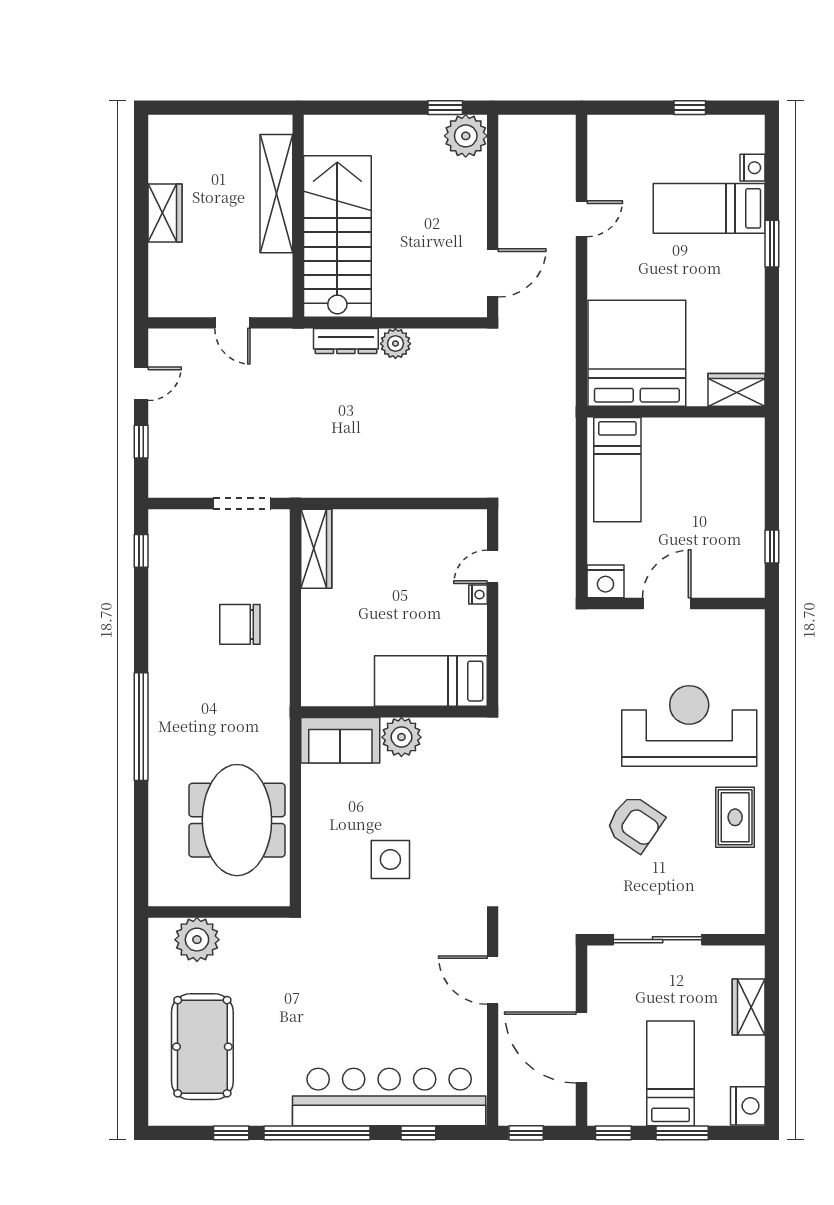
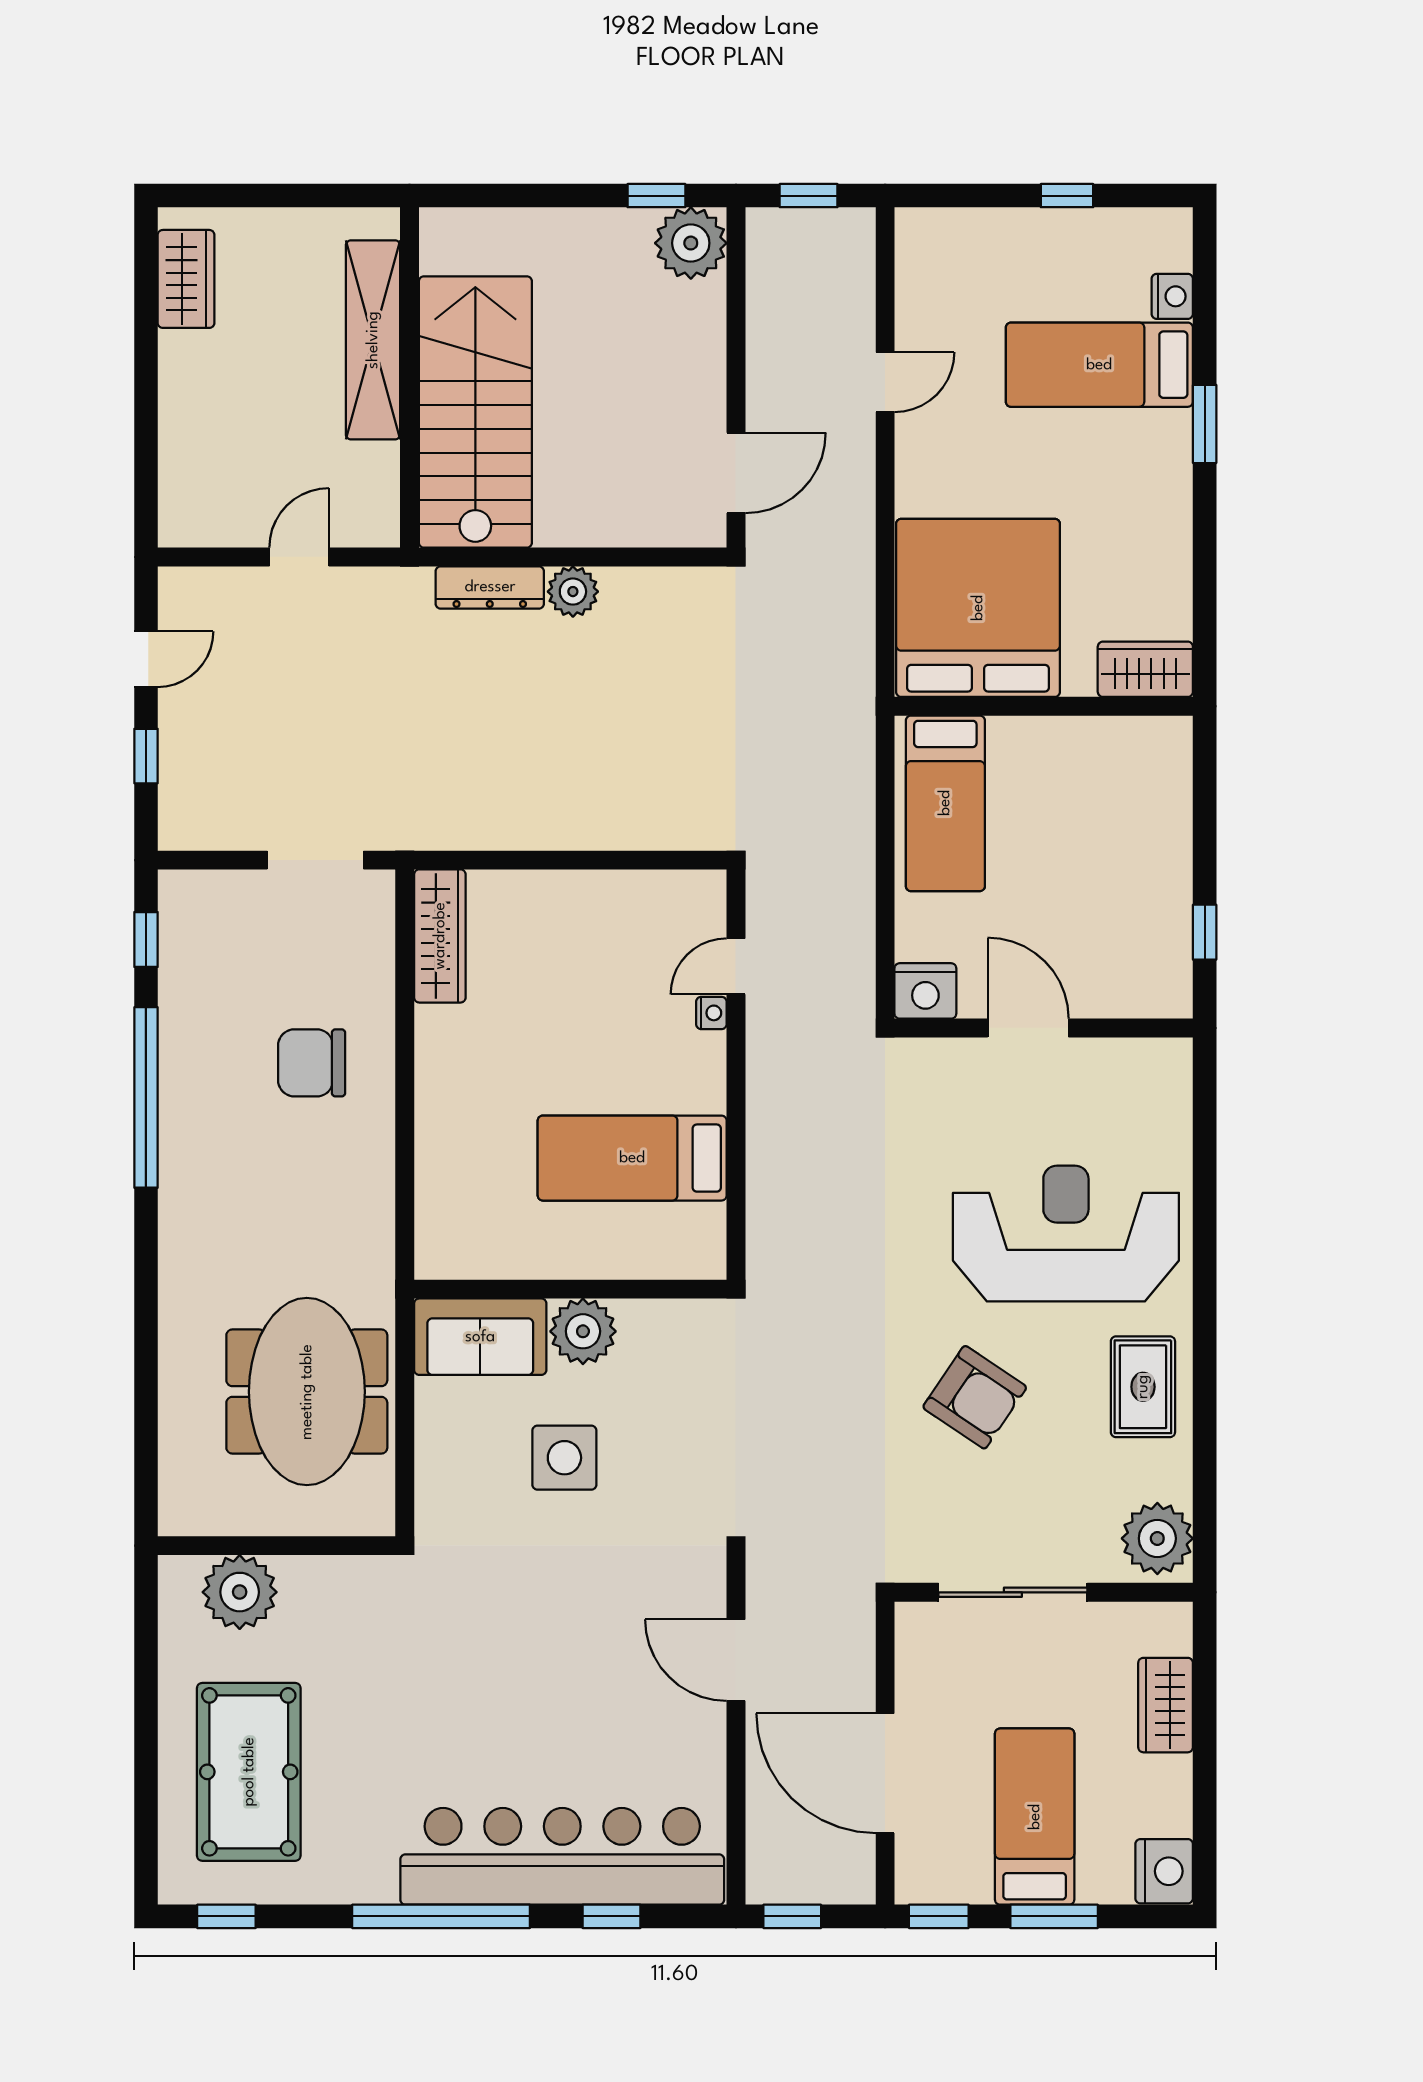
window: (536, 108) -> (809, 196), added
wardrobe: (165, 213) -> (186, 279), moved
door: (232, 323) -> (299, 557), swing flipped
door: (667, 604) -> (1028, 1028), hinge flipped
wall: (394, 712) -> (570, 1289), moved
window: (141, 727) -> (146, 1097), moved
plant: (401, 737) -> (583, 1331), moved
sofa: (340, 740) -> (480, 1337), moved
plant: (744, 908) -> (1157, 1538), added
window: (231, 1133) -> (226, 1916), moved

